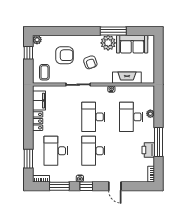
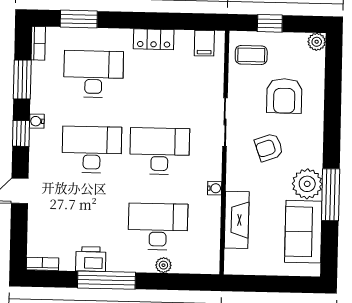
window: (28, 53) -> (270, 23), moved
filing cabinet: (39, 101) -> (204, 43), width x0.50

